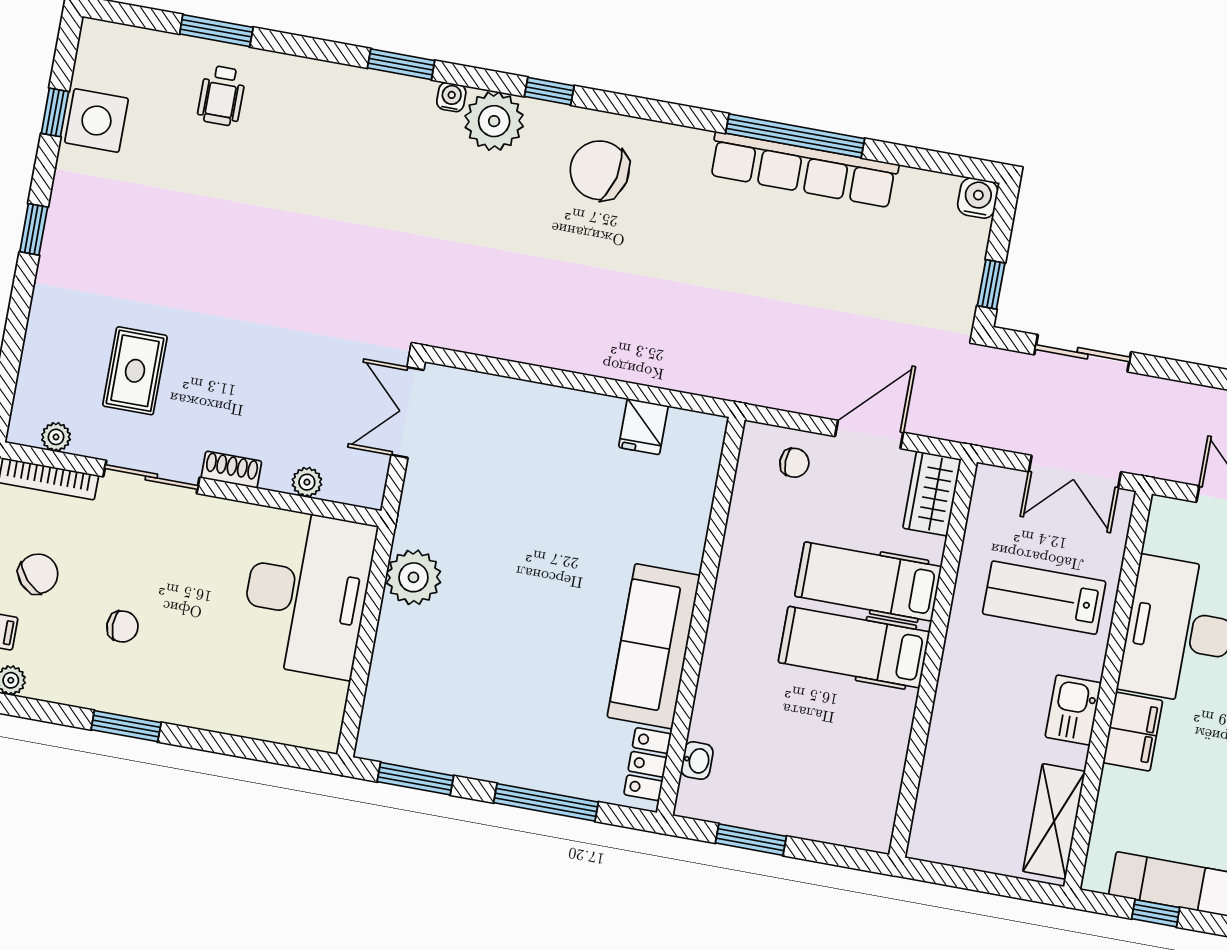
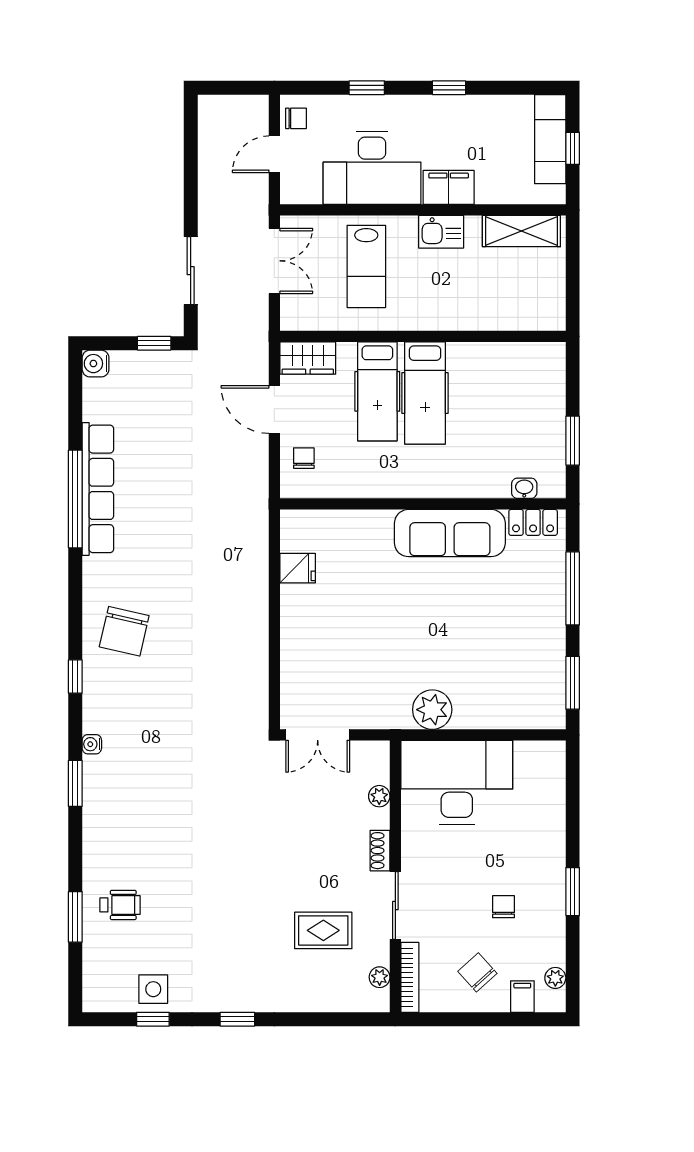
side table: (96, 121) -> (153, 989), width x0.73, depth x0.73
plant: (494, 121) -> (103, 711), removed

